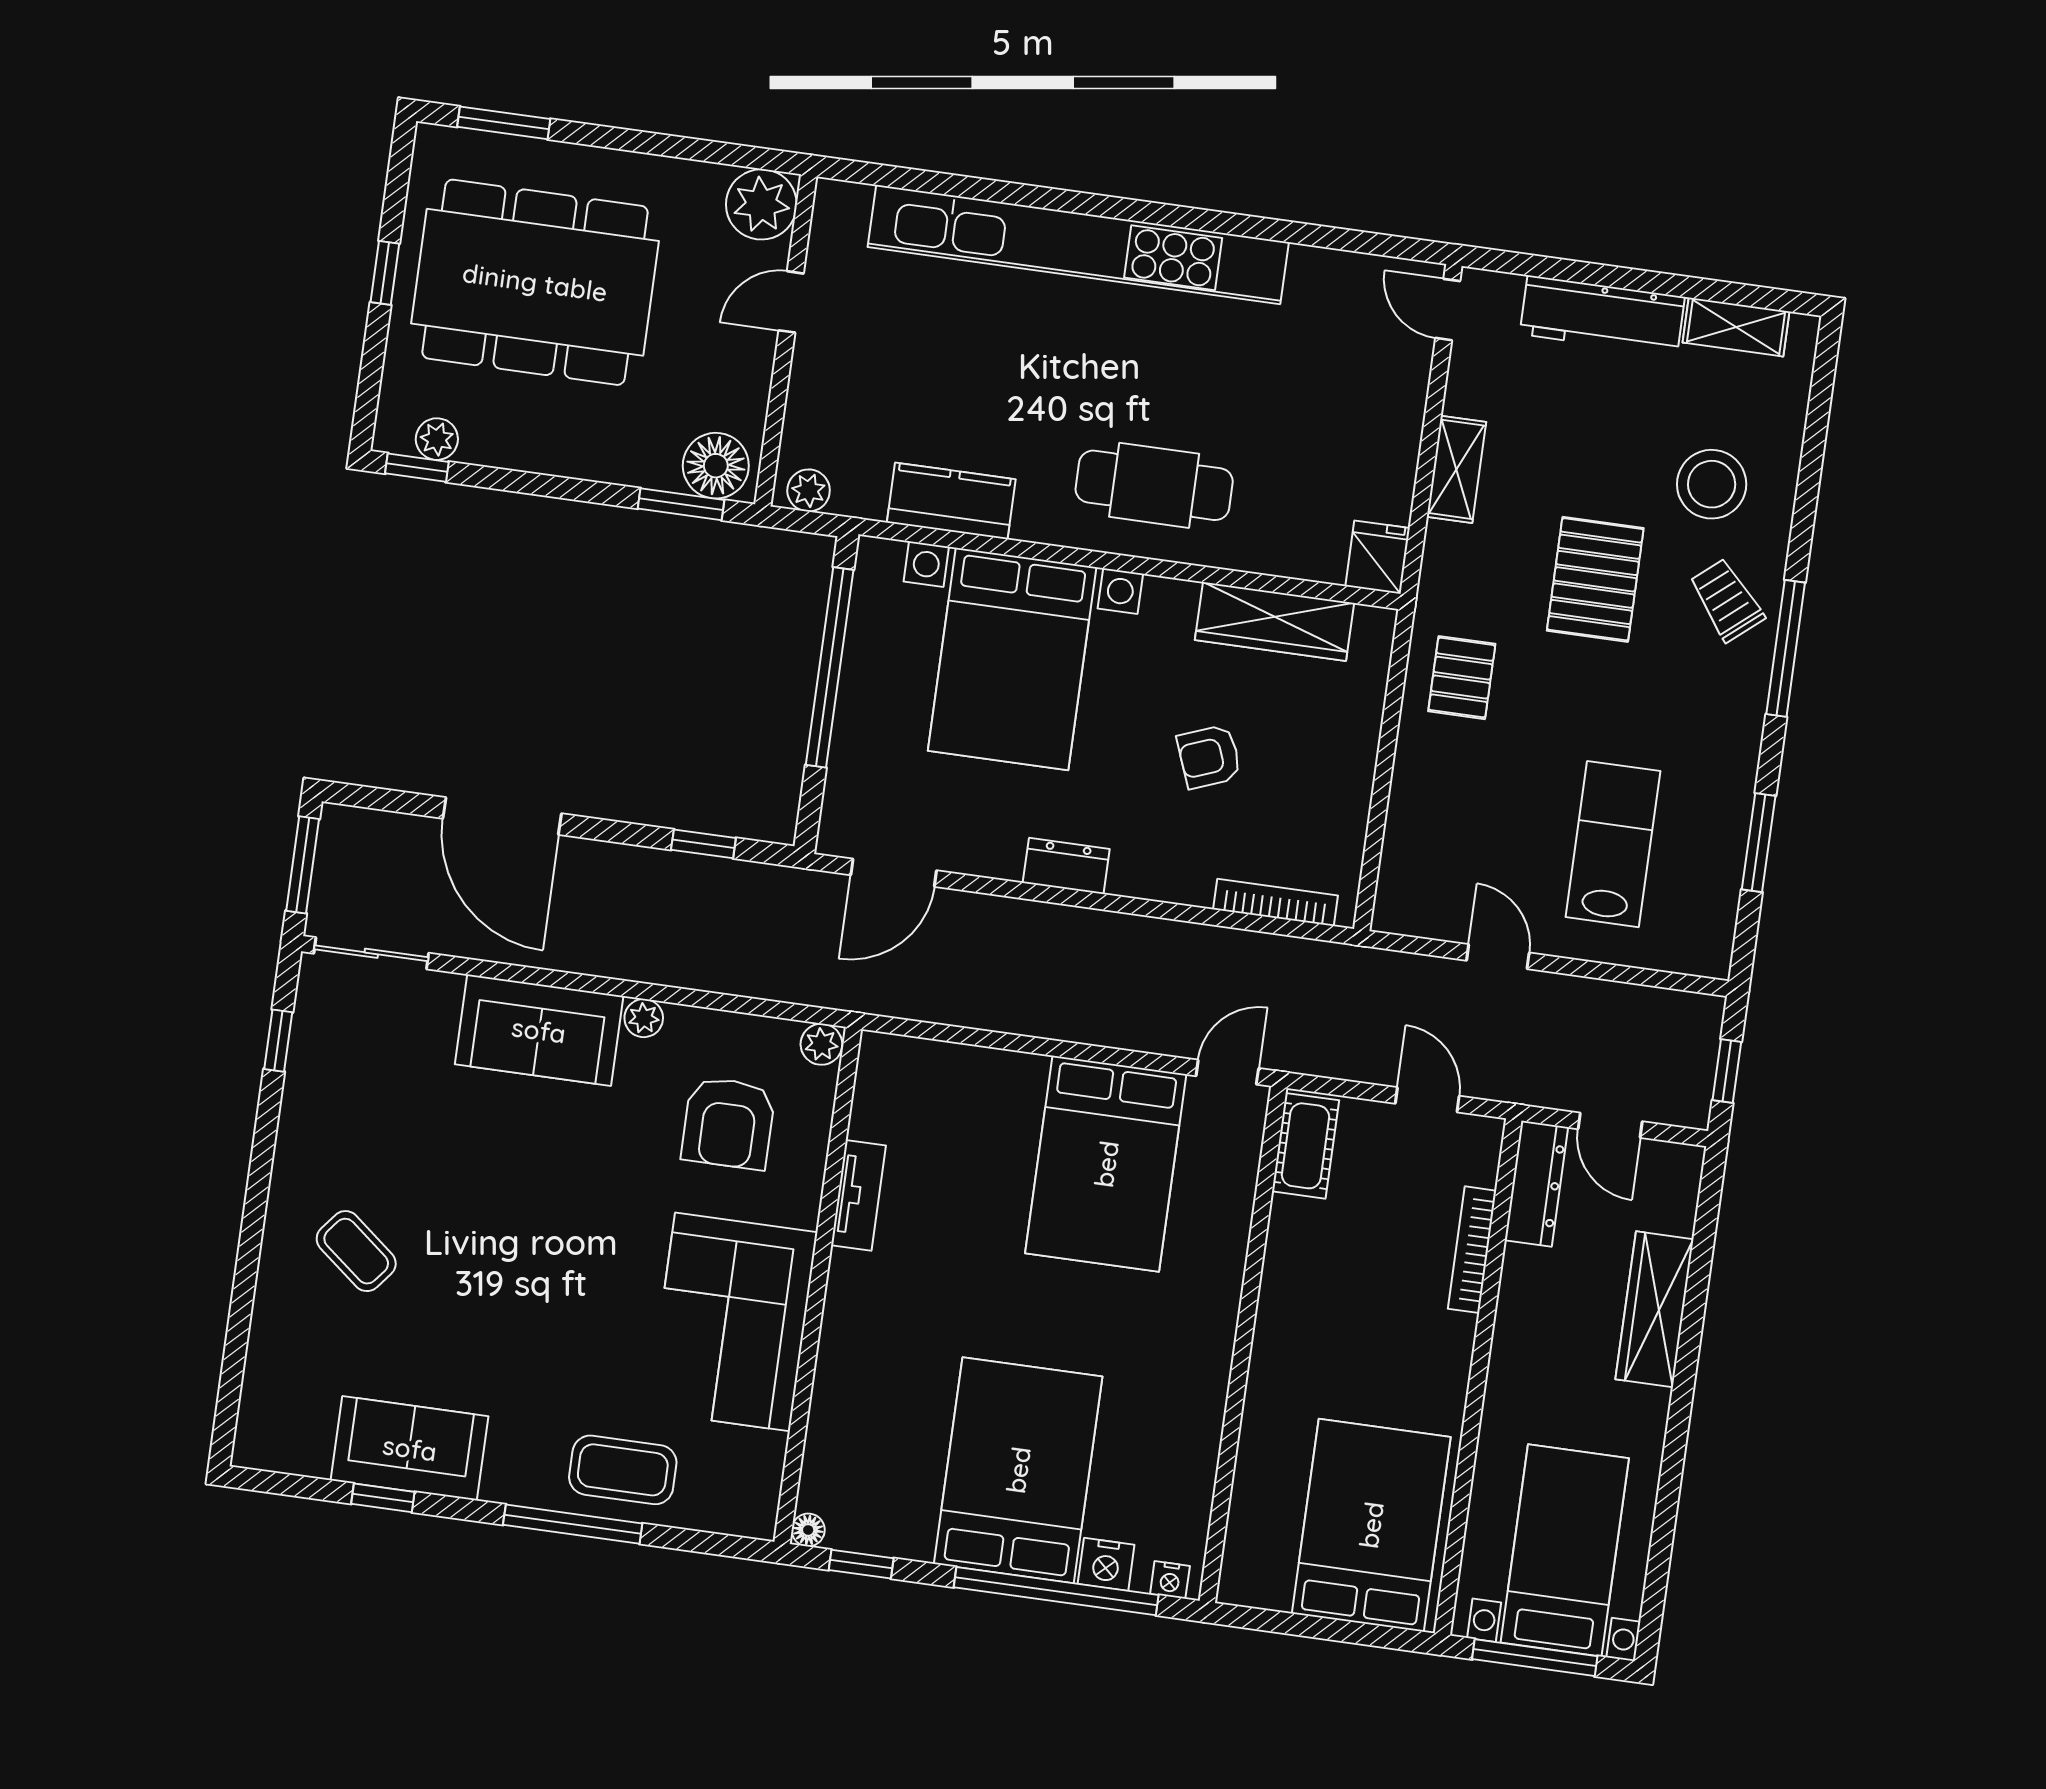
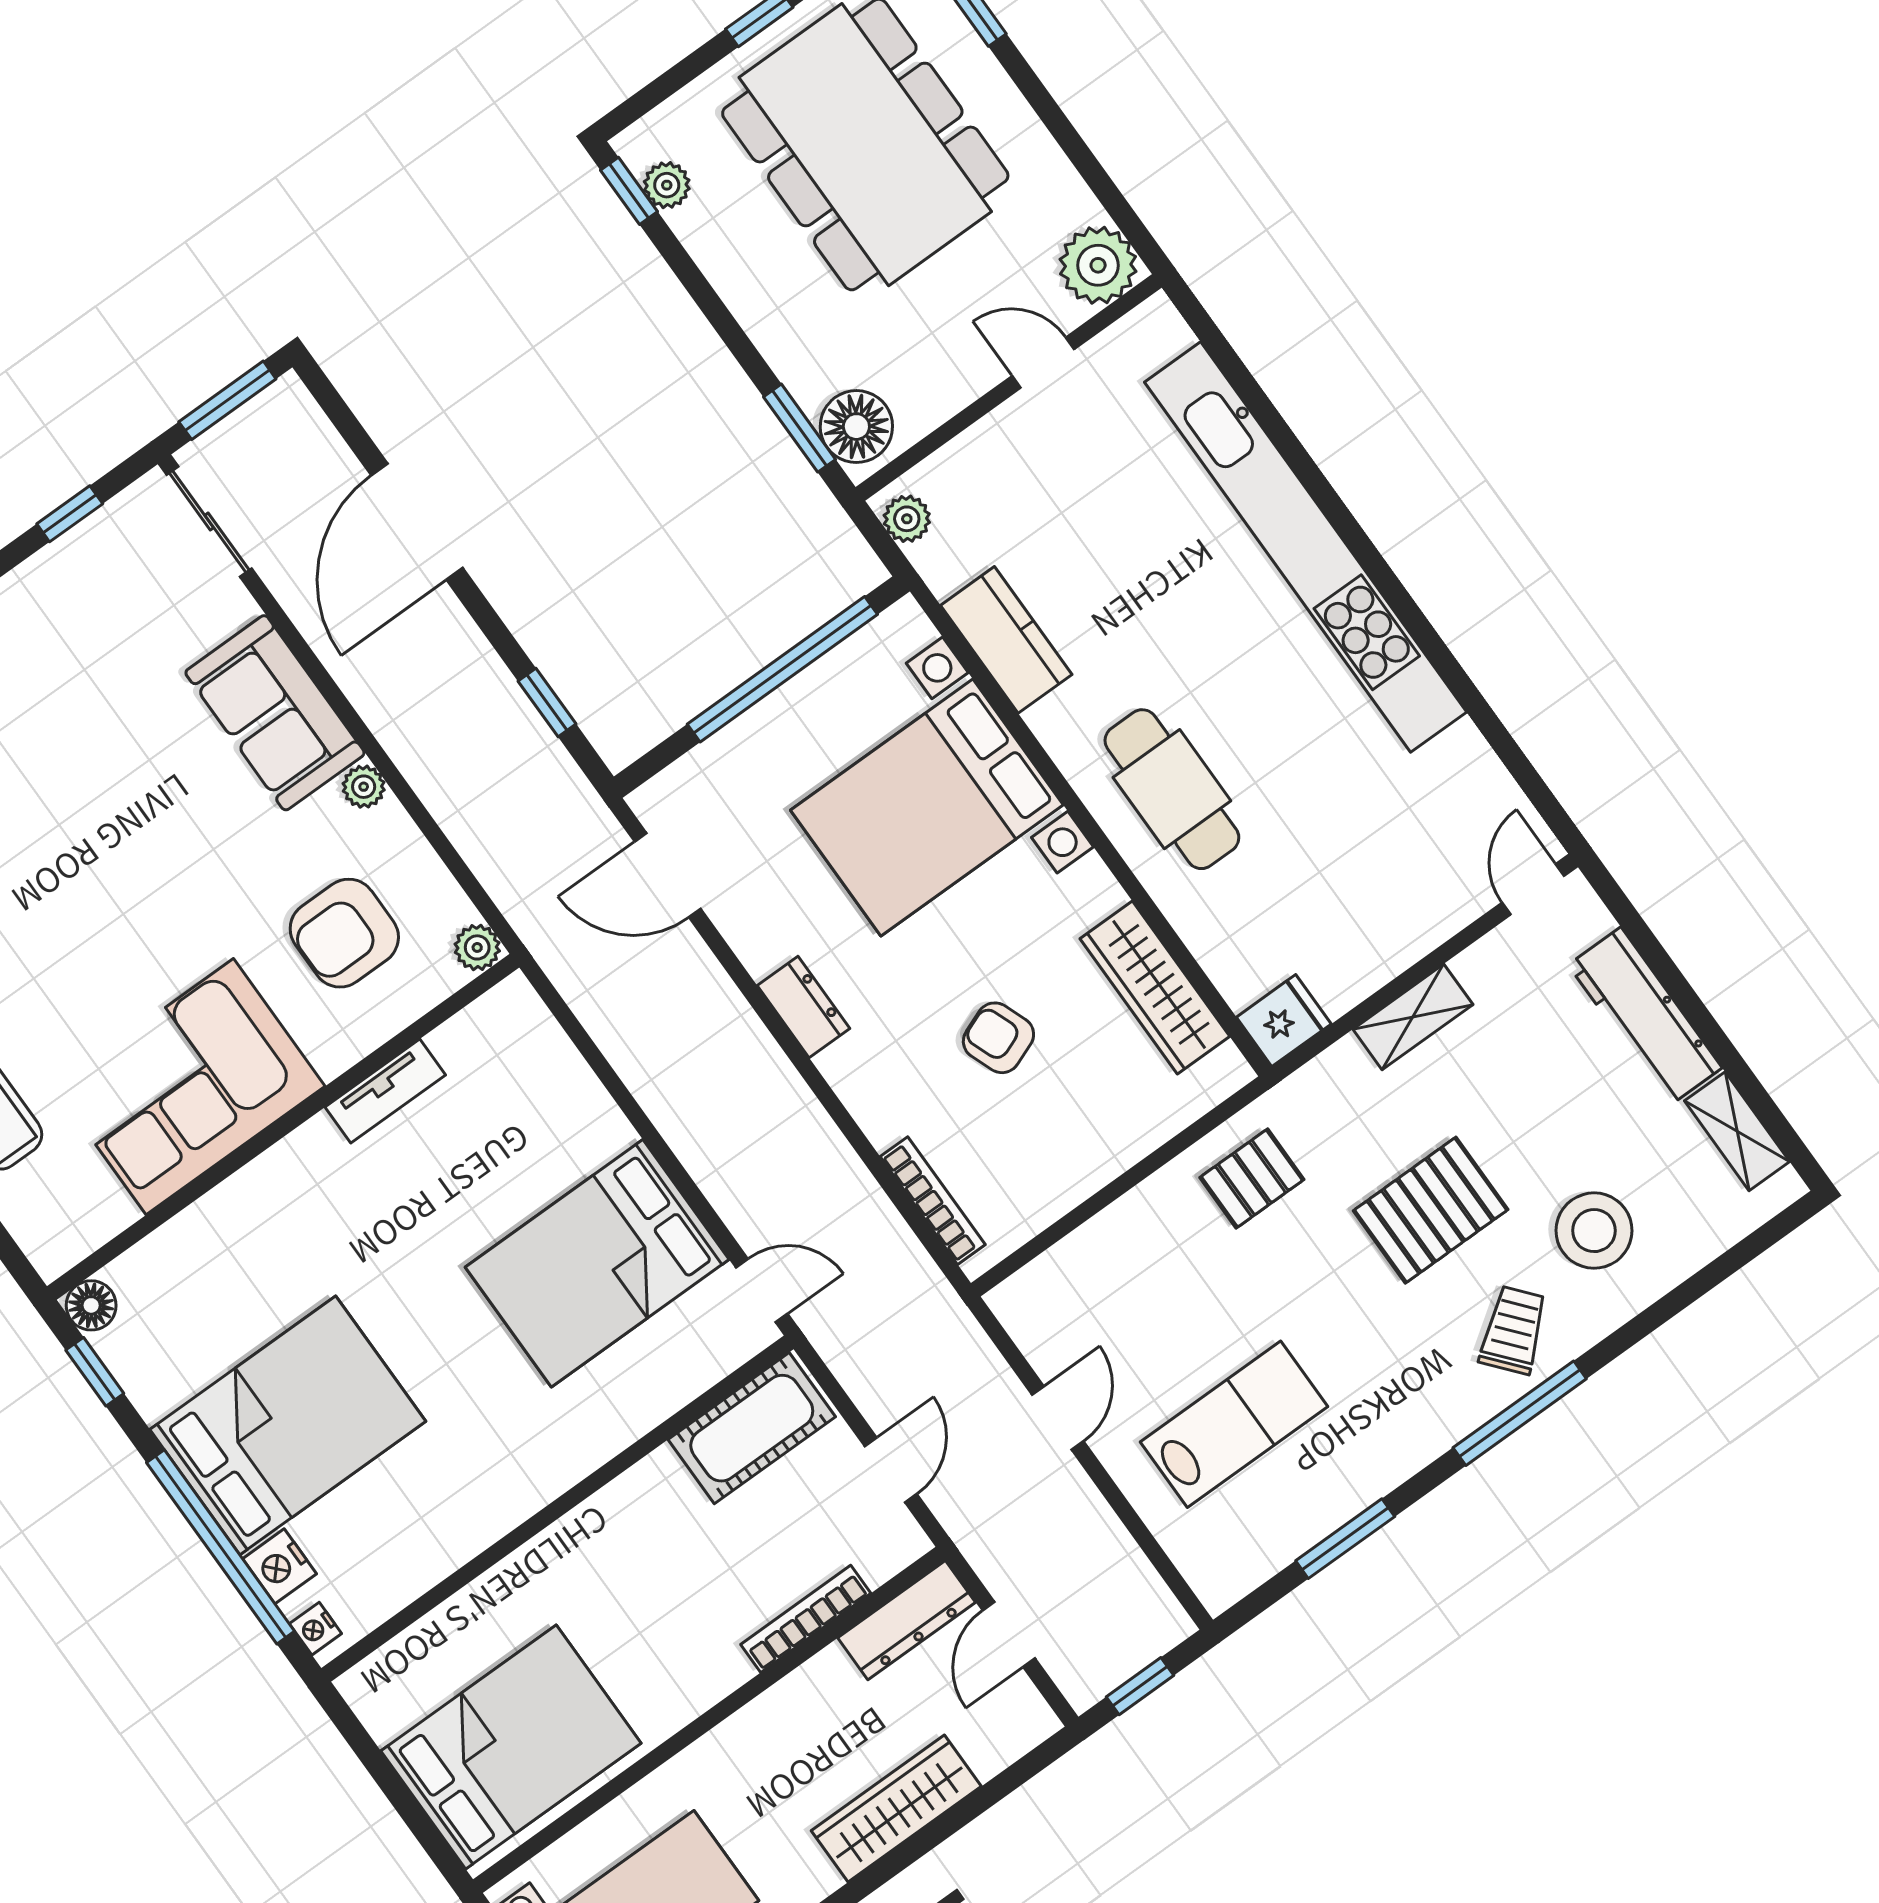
cot: (1305, 1146) -> (752, 1428), width x1.37, depth x1.34
floor lamp: (808, 1530) -> (91, 1305), width x1.37, depth x1.37

